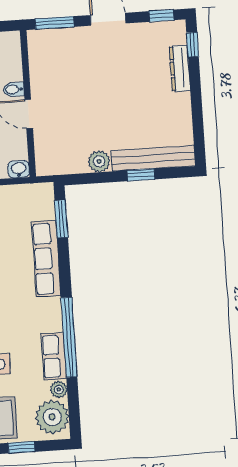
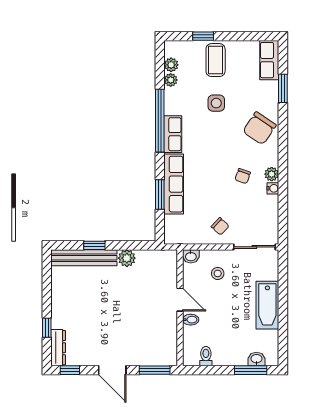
window: (193, 45) -> (47, 328), moved
dresser: (180, 68) -> (58, 348), moved
window: (61, 219) -> (160, 194), moved
row of seats: (54, 356) -> (173, 134), moved
plant: (52, 417) -> (171, 65), width x0.53, depth x0.53

